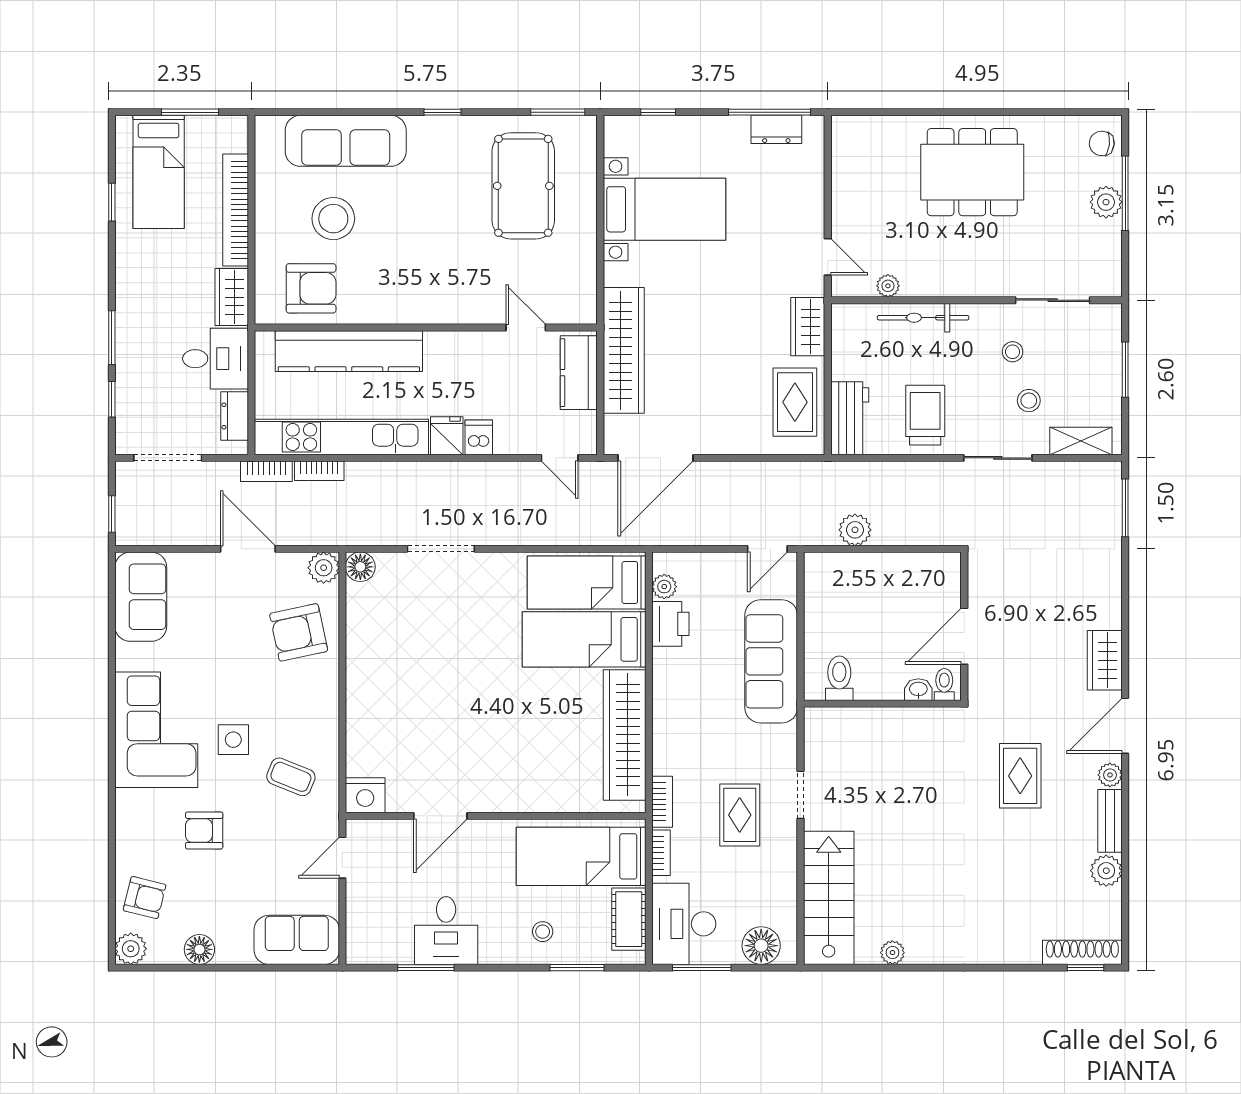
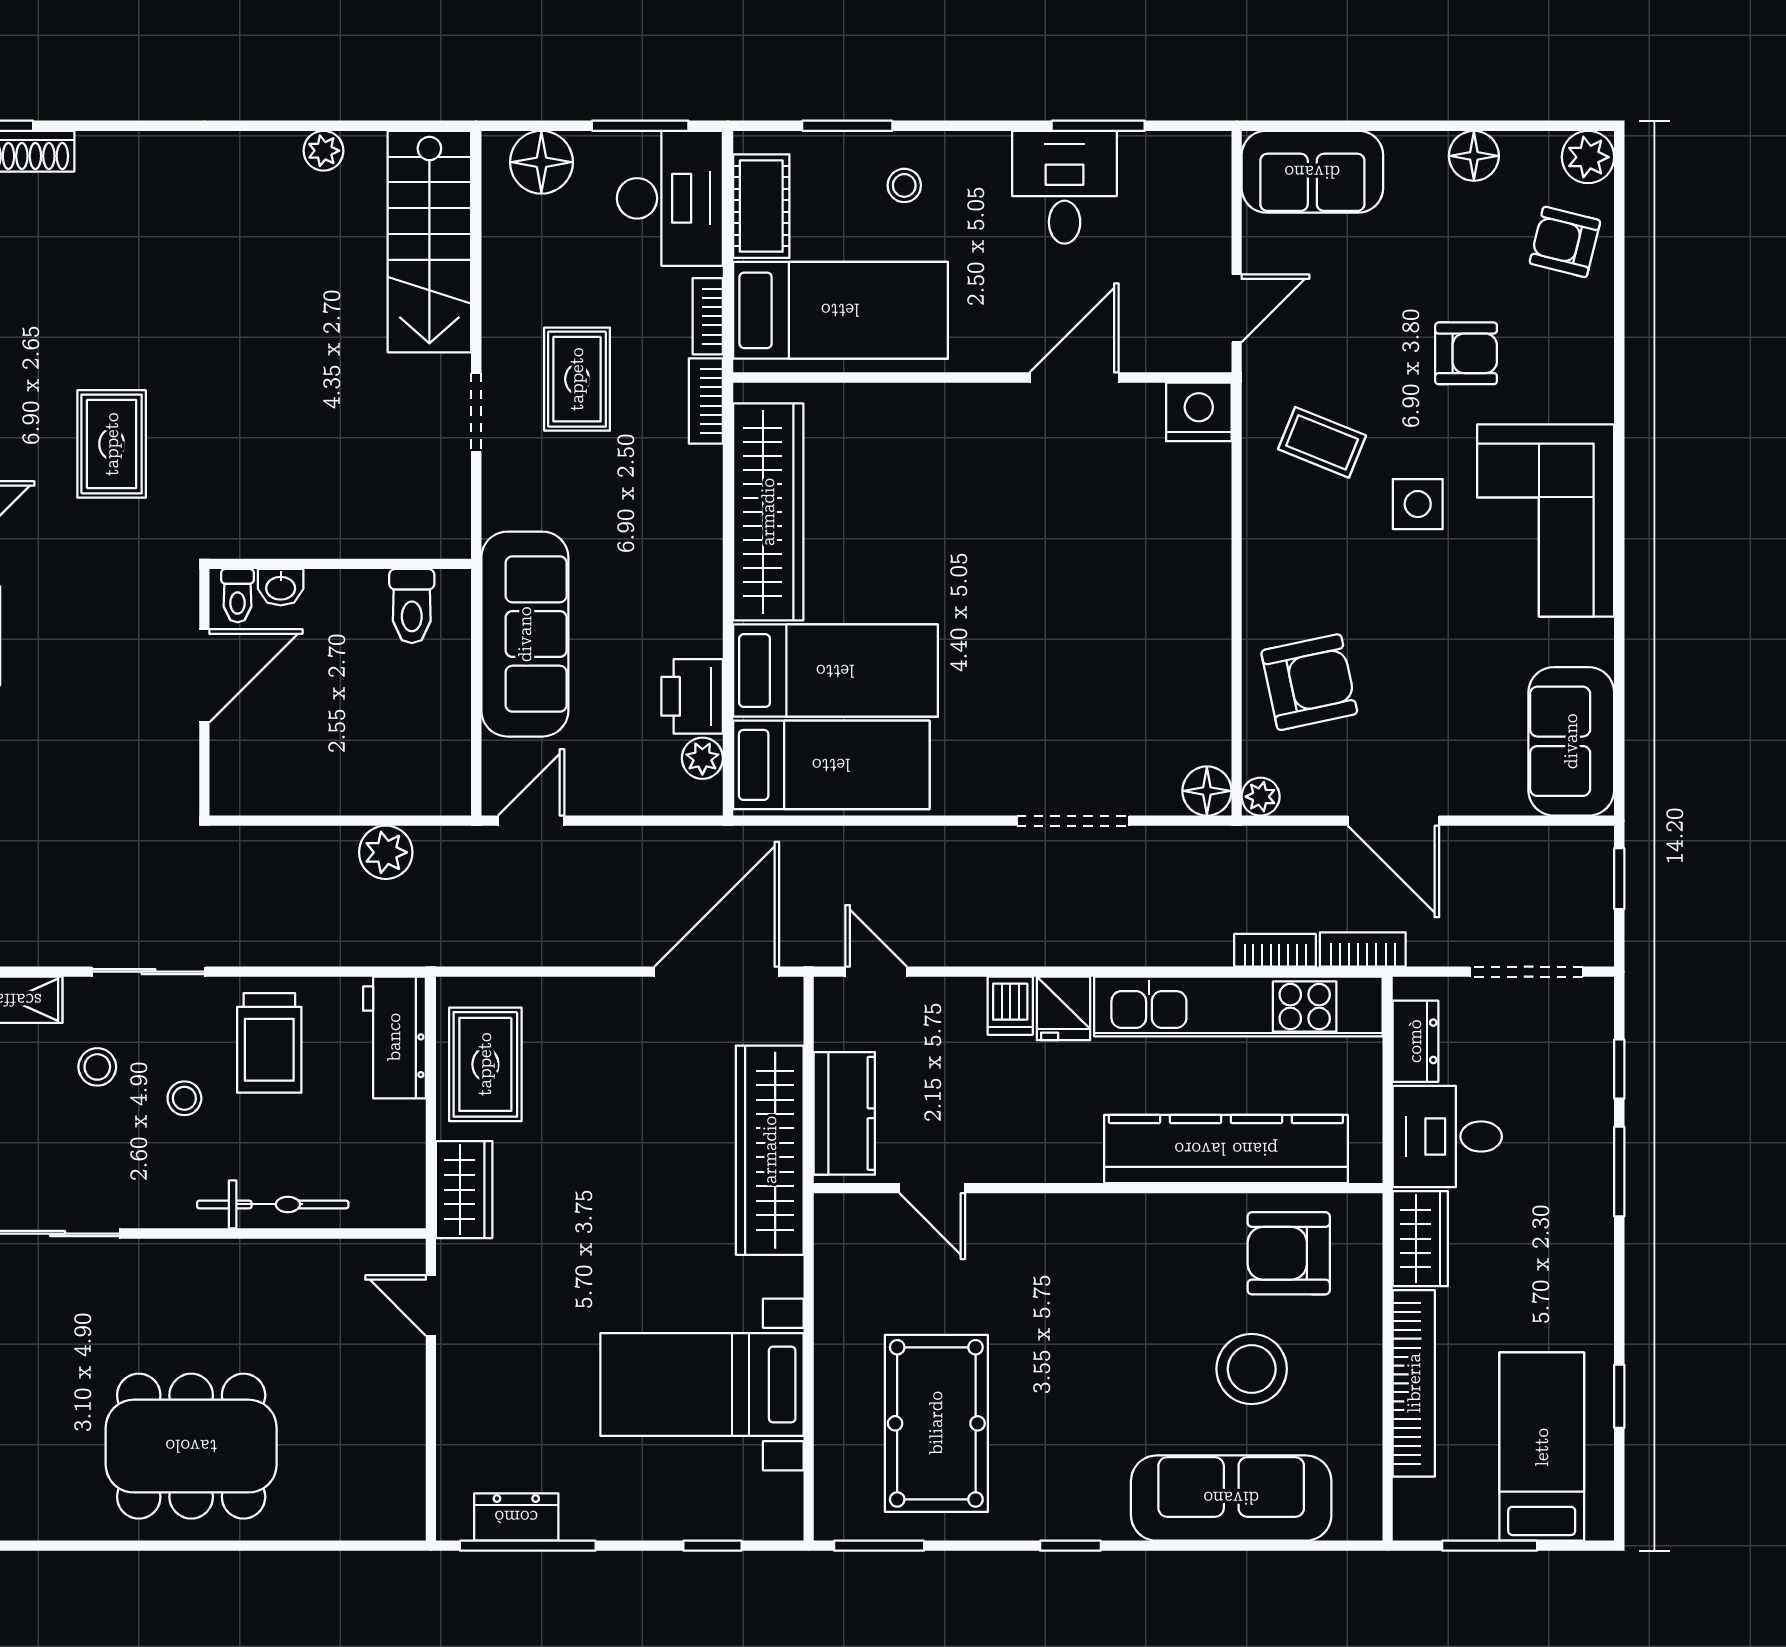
plant: (888, 286) -> (331, 1257), removed
stool: (1013, 352) -> (184, 1098), moved
plant: (324, 568) -> (1261, 797), width x0.73, depth x0.73

